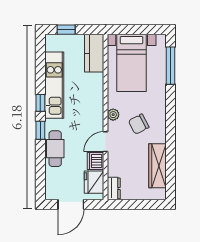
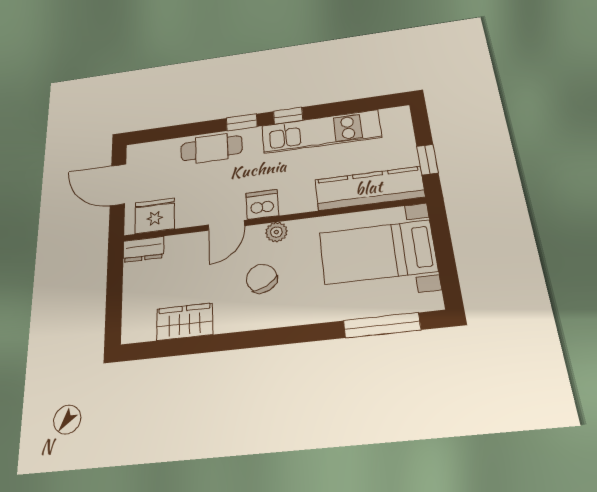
window: (66, 30) -> (427, 159), moved
kitchen counter: (94, 53) -> (369, 188), width x1.50
door: (105, 142) -> (226, 225), swing flipped
dishwasher: (96, 161) -> (262, 204), moved
wardrobe: (158, 166) -> (185, 322), width x0.67

